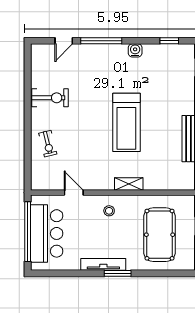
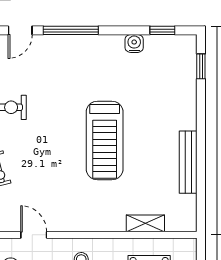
water cooler: (135, 50) -> (134, 43), moved
shelving: (129, 184) -> (145, 223), moved

